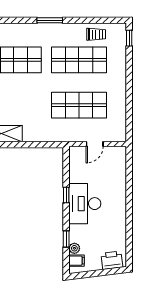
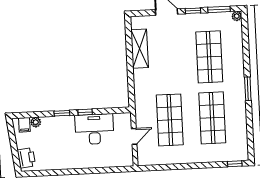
trolley: (96, 34) -> (237, 133), removed
door: (95, 144) -> (134, 136), swing flipped
desk: (85, 204) -> (94, 129), moved
window: (66, 239) -> (62, 113), moved

